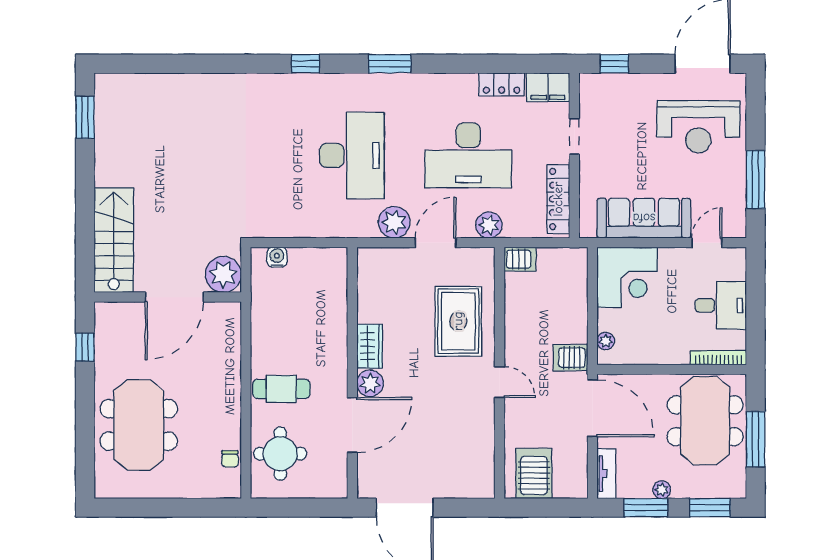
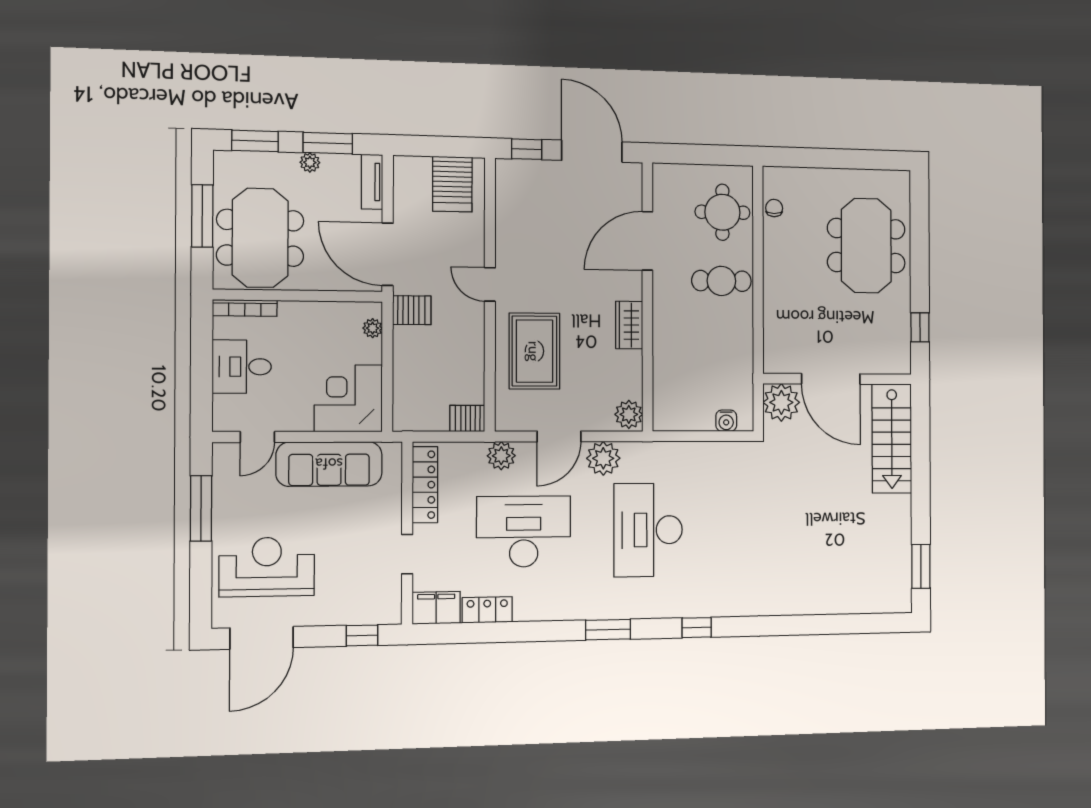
door: (174, 297) -> (831, 379), swing flipped
plant: (370, 383) -> (629, 414), moved
window: (466, 508) -> (527, 149), added

